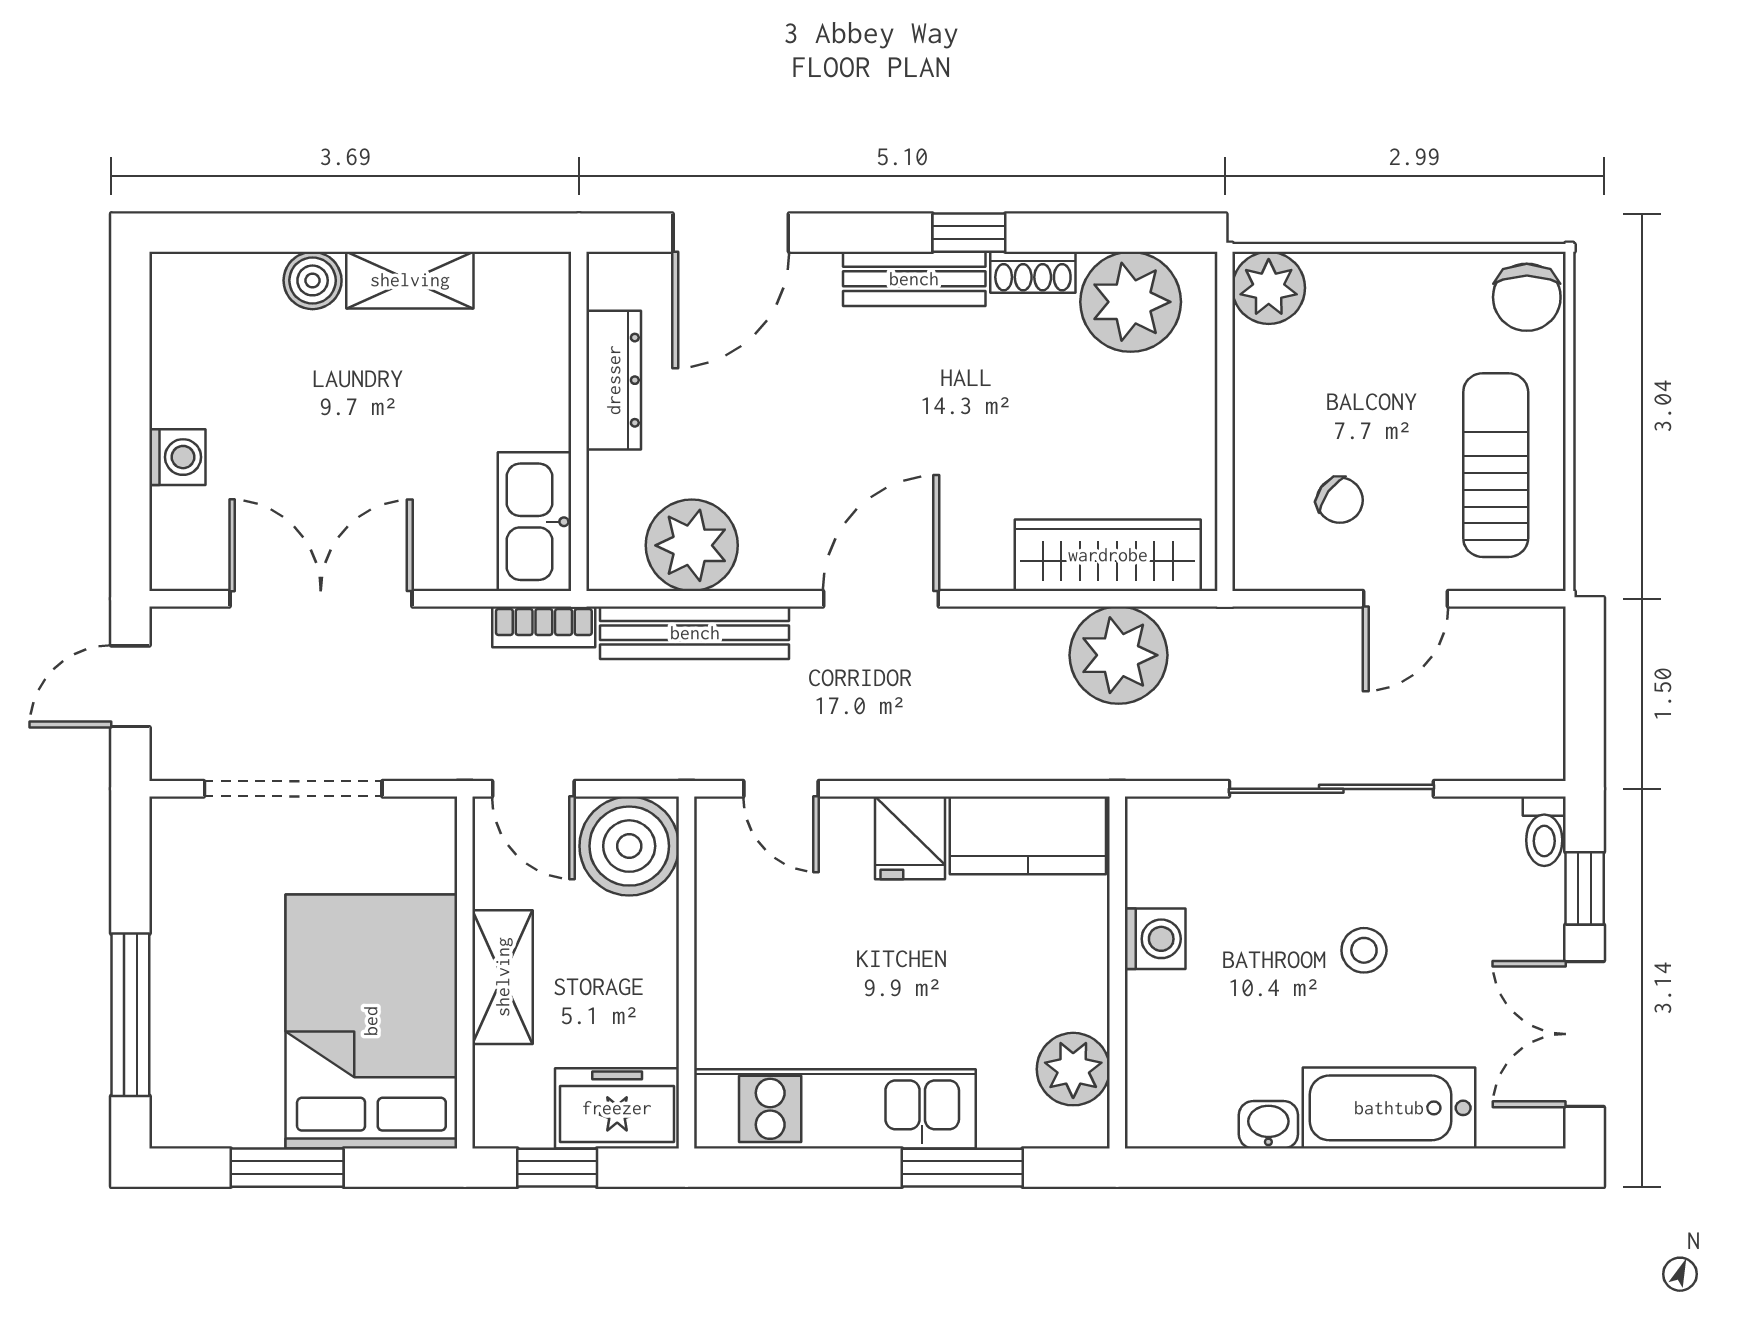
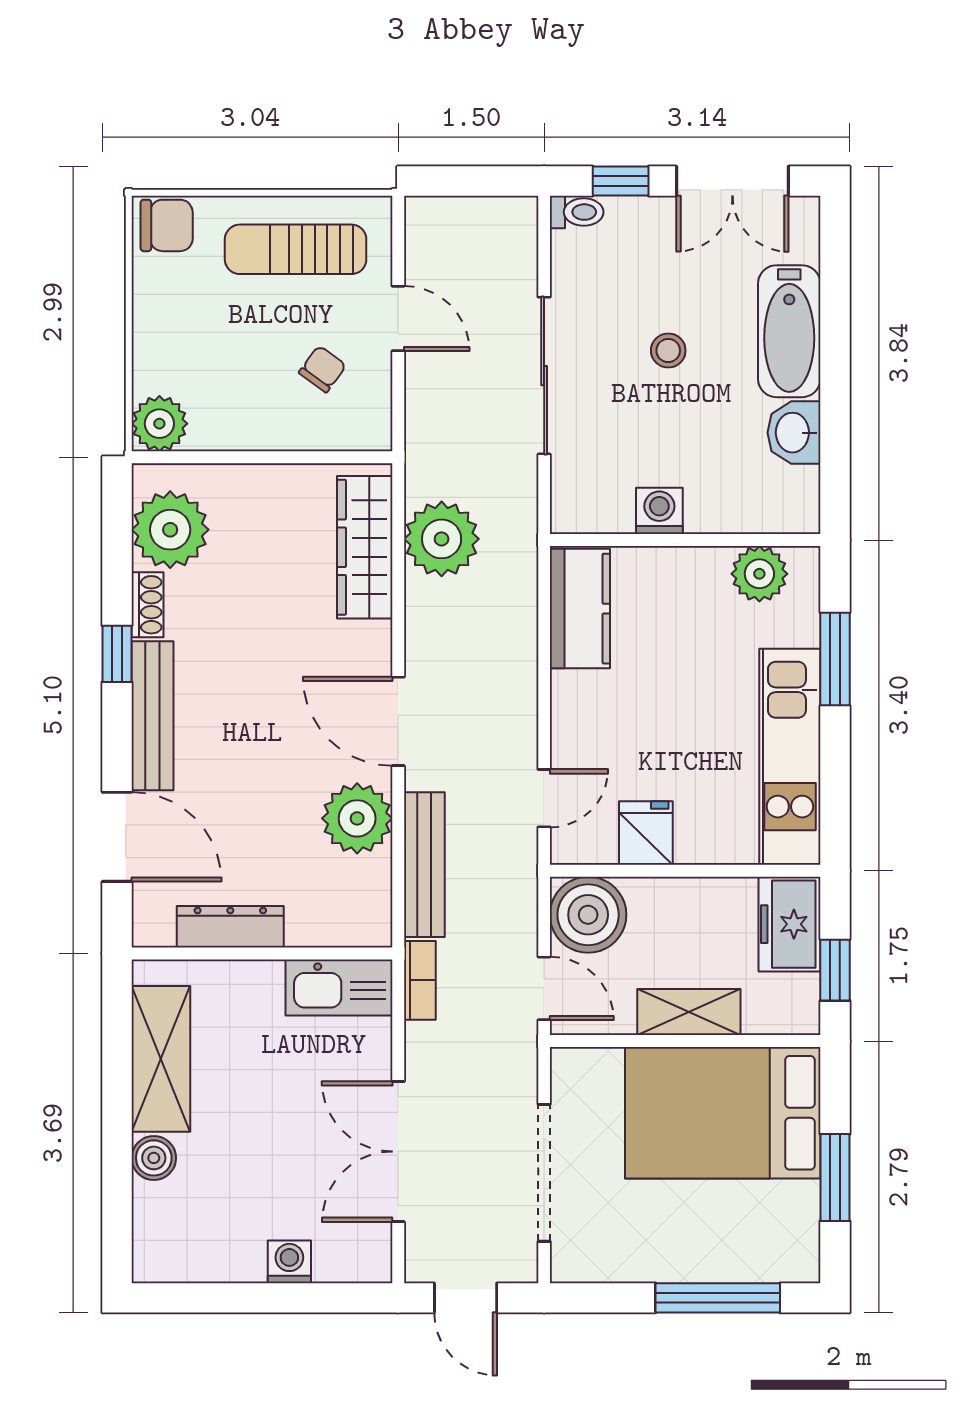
bench: (914, 279) -> (152, 716), width x1.36
shelving: (410, 280) -> (161, 1059), width x1.50, depth x1.33
plant: (692, 545) -> (357, 818), moved
door: (533, 789) -> (544, 988), hinge flipped
fridge: (910, 838) -> (646, 833), moved, turned -90
washbasin: (1268, 1125) -> (794, 433), width x1.38, depth x1.45

